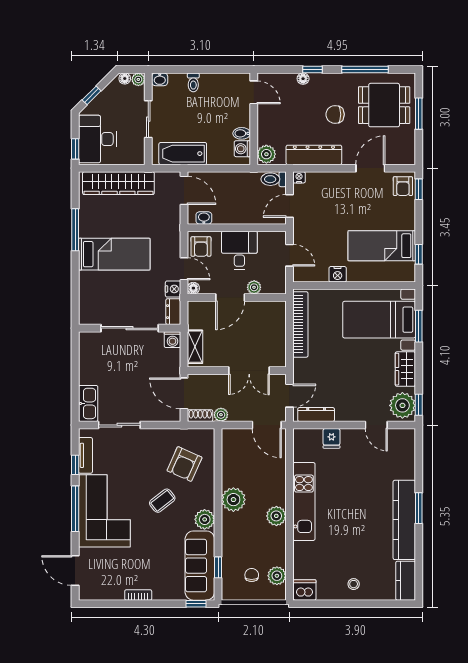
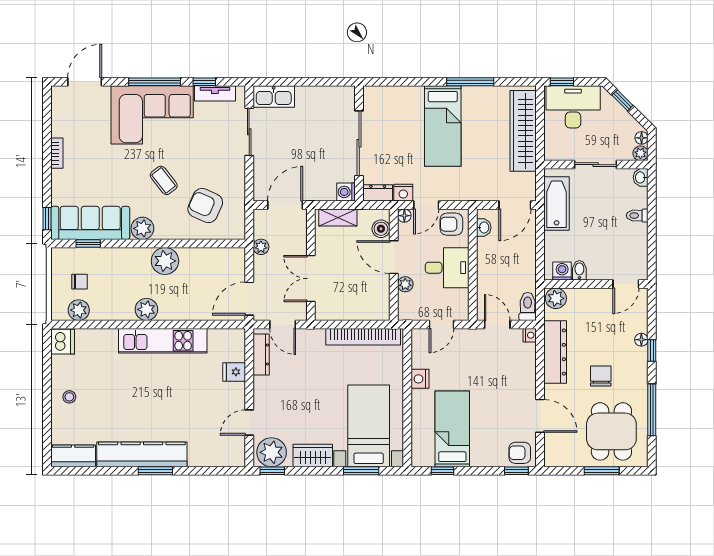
boiler: (205, 309) -> (381, 229), added
shoe rack: (200, 416) -> (260, 223), removed

